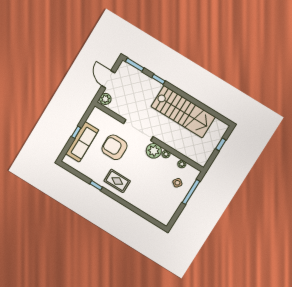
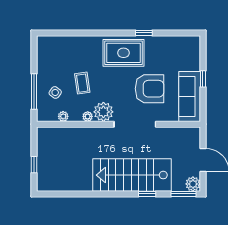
plant: (105, 99) -> (193, 184), moved
stairs: (183, 112) -> (132, 175), moved
sofa: (82, 142) -> (190, 96), moved
coffee table: (156, 178) -> (82, 83), added
rug: (117, 181) -> (123, 53), width x1.36, depth x1.43

